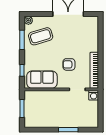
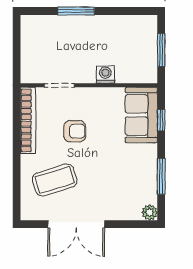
coffee table: (41, 36) -> (55, 180), moved
sofa: (42, 80) -> (141, 115), moved, turned 90
washing machine: (94, 95) -> (105, 74), moved

